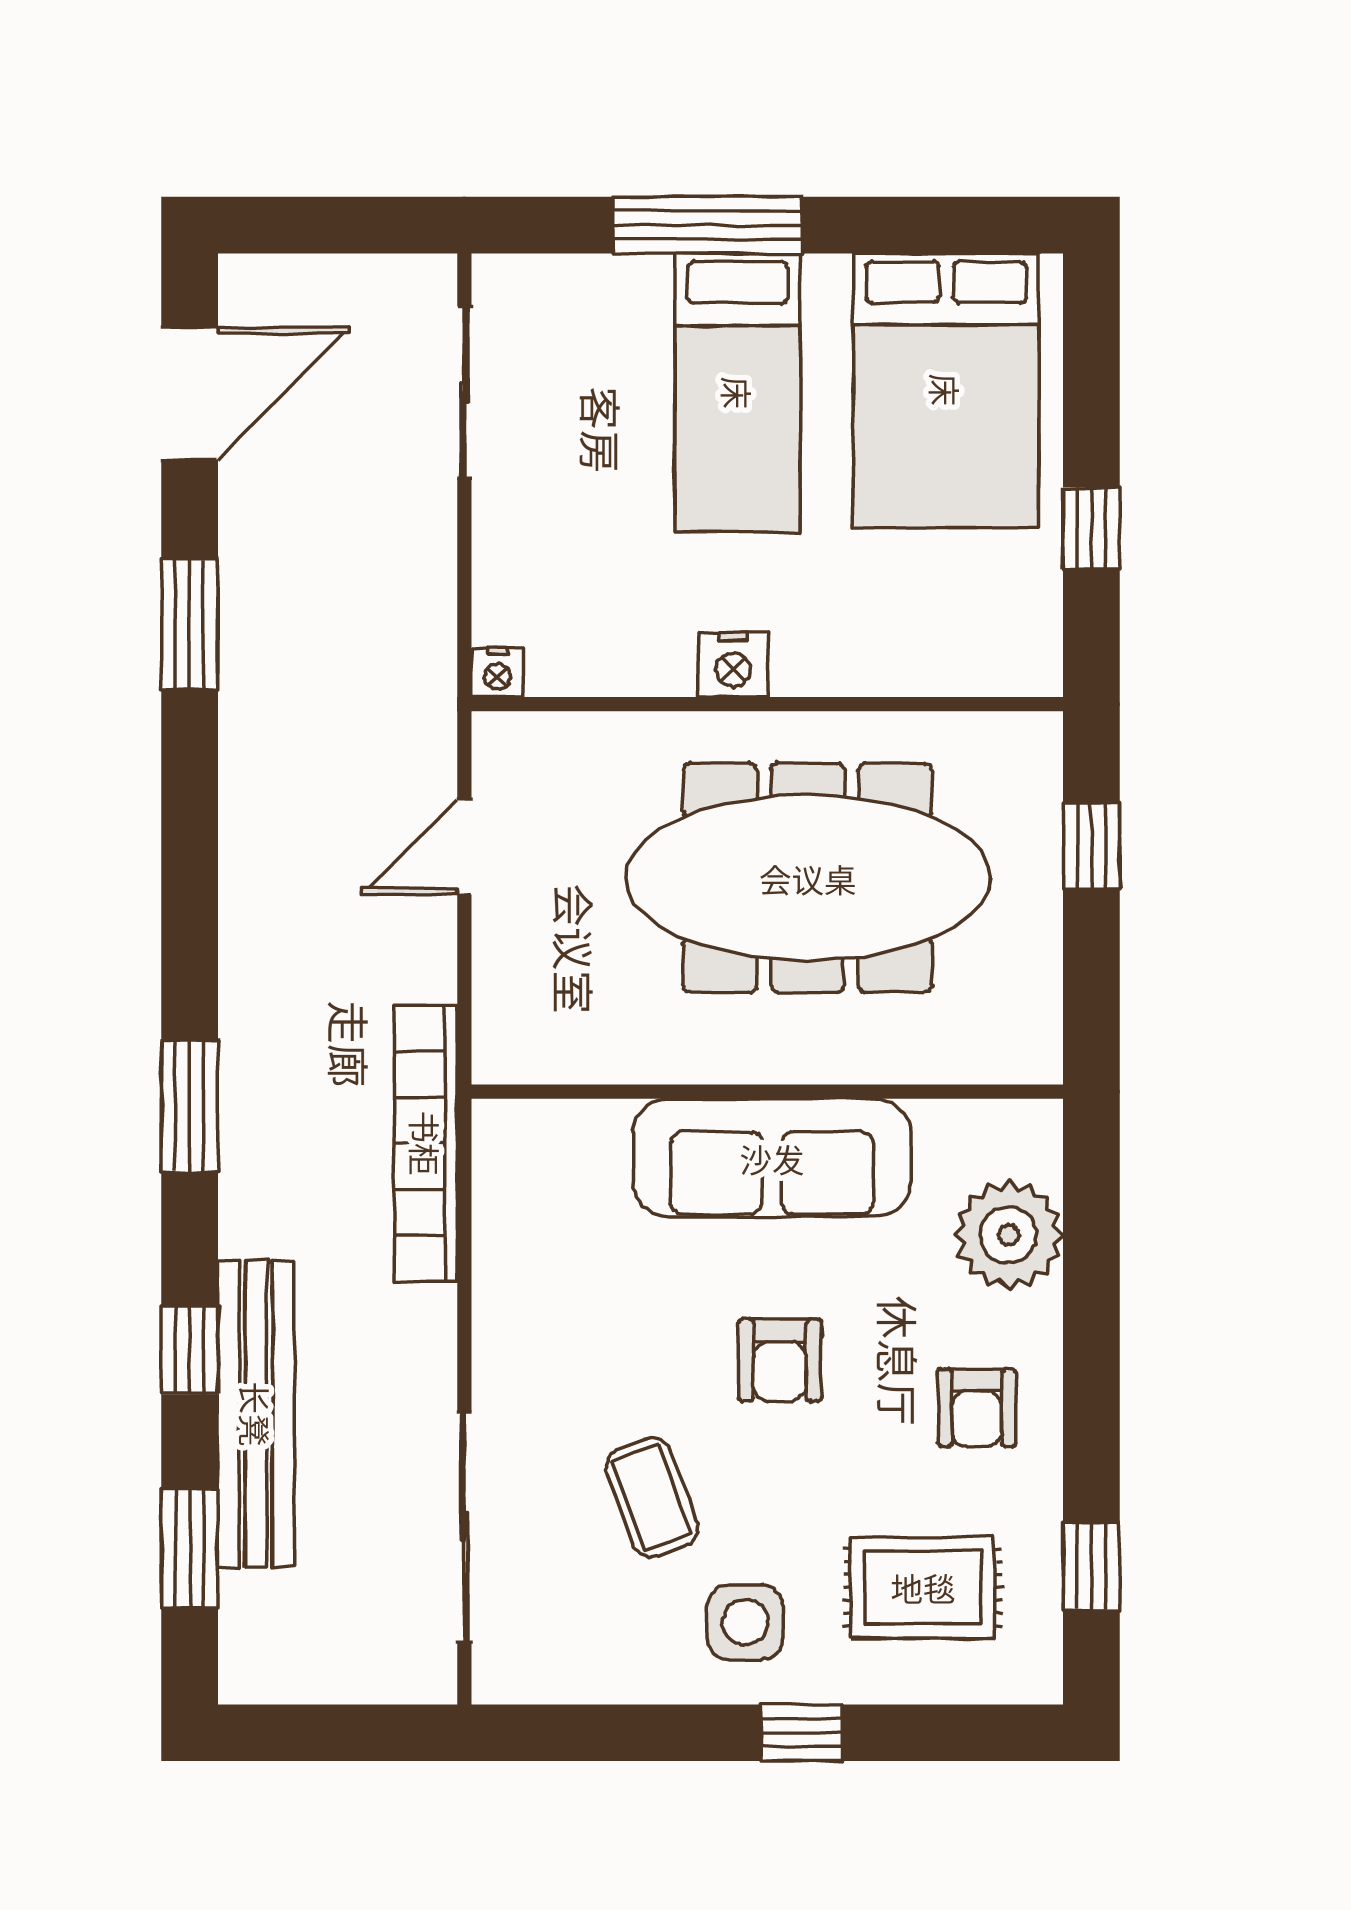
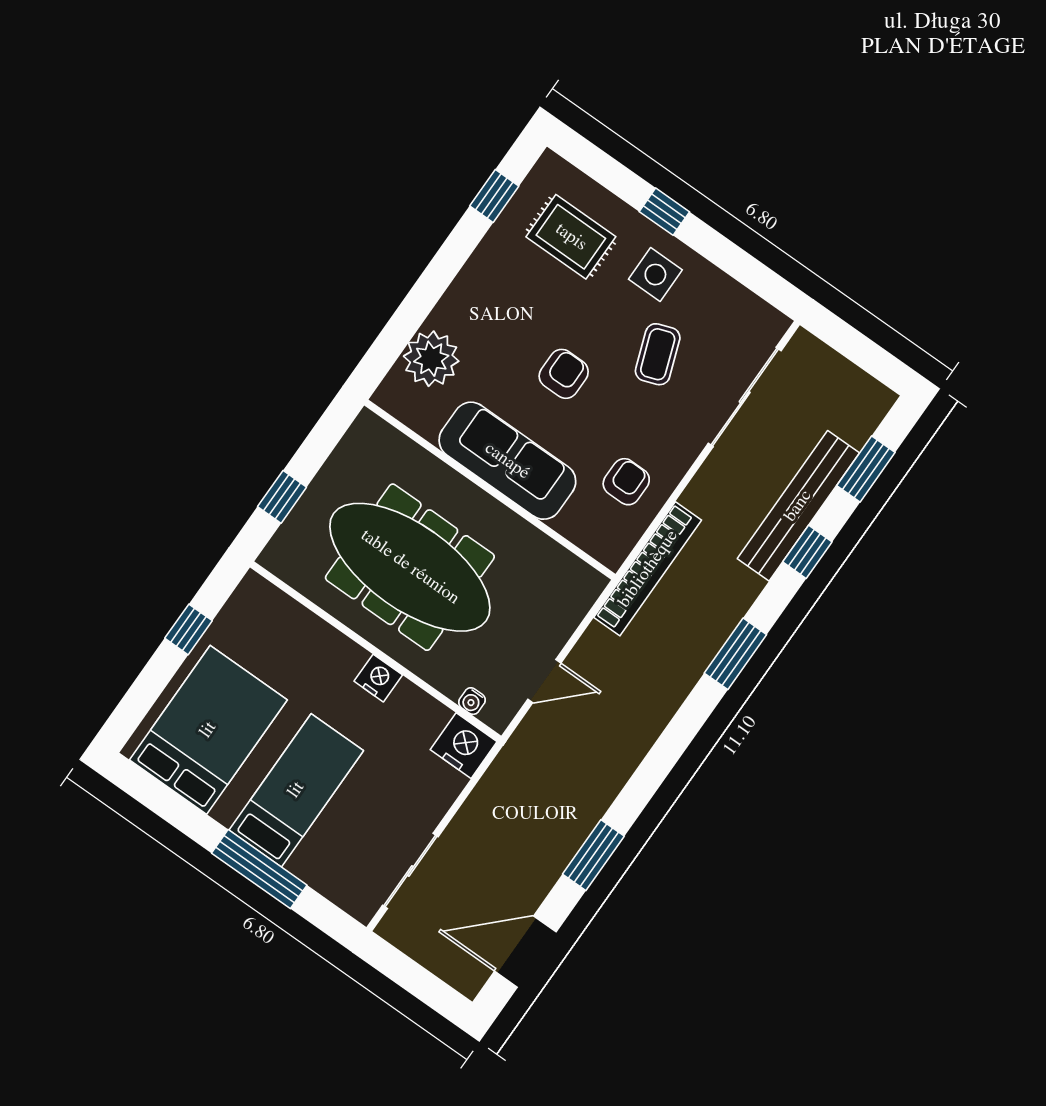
nightstand: (497, 672) -> (464, 746), width x1.89, depth x1.79
water cooler: (557, 734) -> (472, 701), added
armchair: (977, 1408) -> (626, 482), moved

